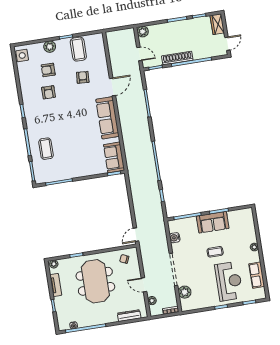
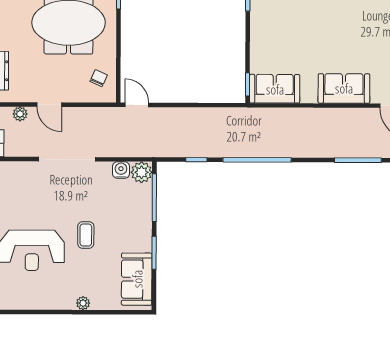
sofa: (107, 118) -> (344, 88), width x0.73
sofa: (213, 222) -> (137, 279), moved
row of seats: (257, 275) -> (35, 299), removed
door: (144, 285) -> (49, 105), swing flipped
plant: (185, 292) -> (142, 172), moved

